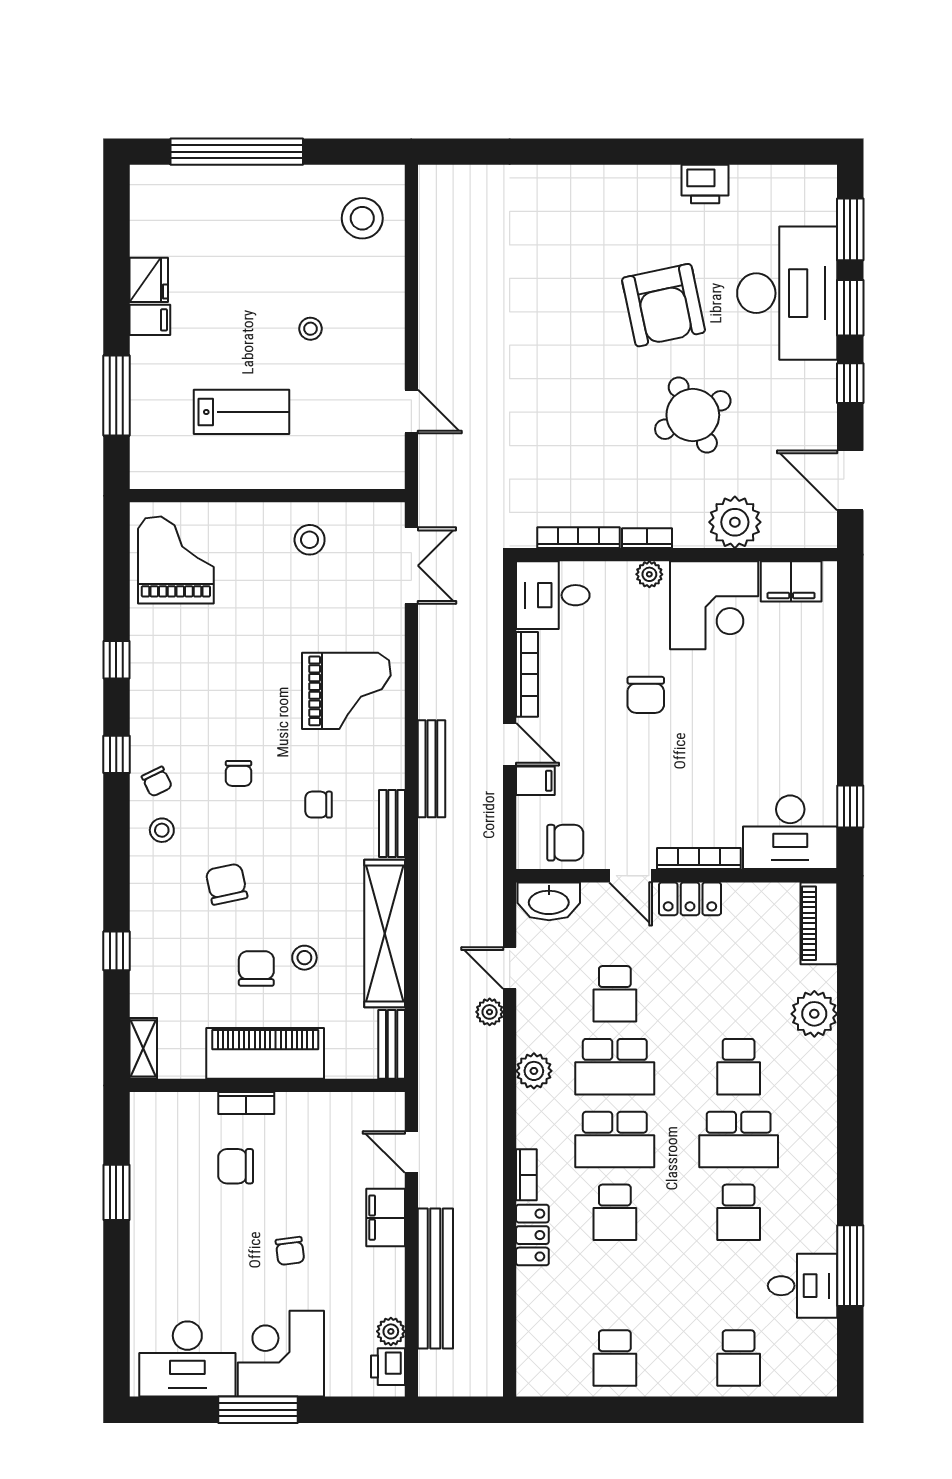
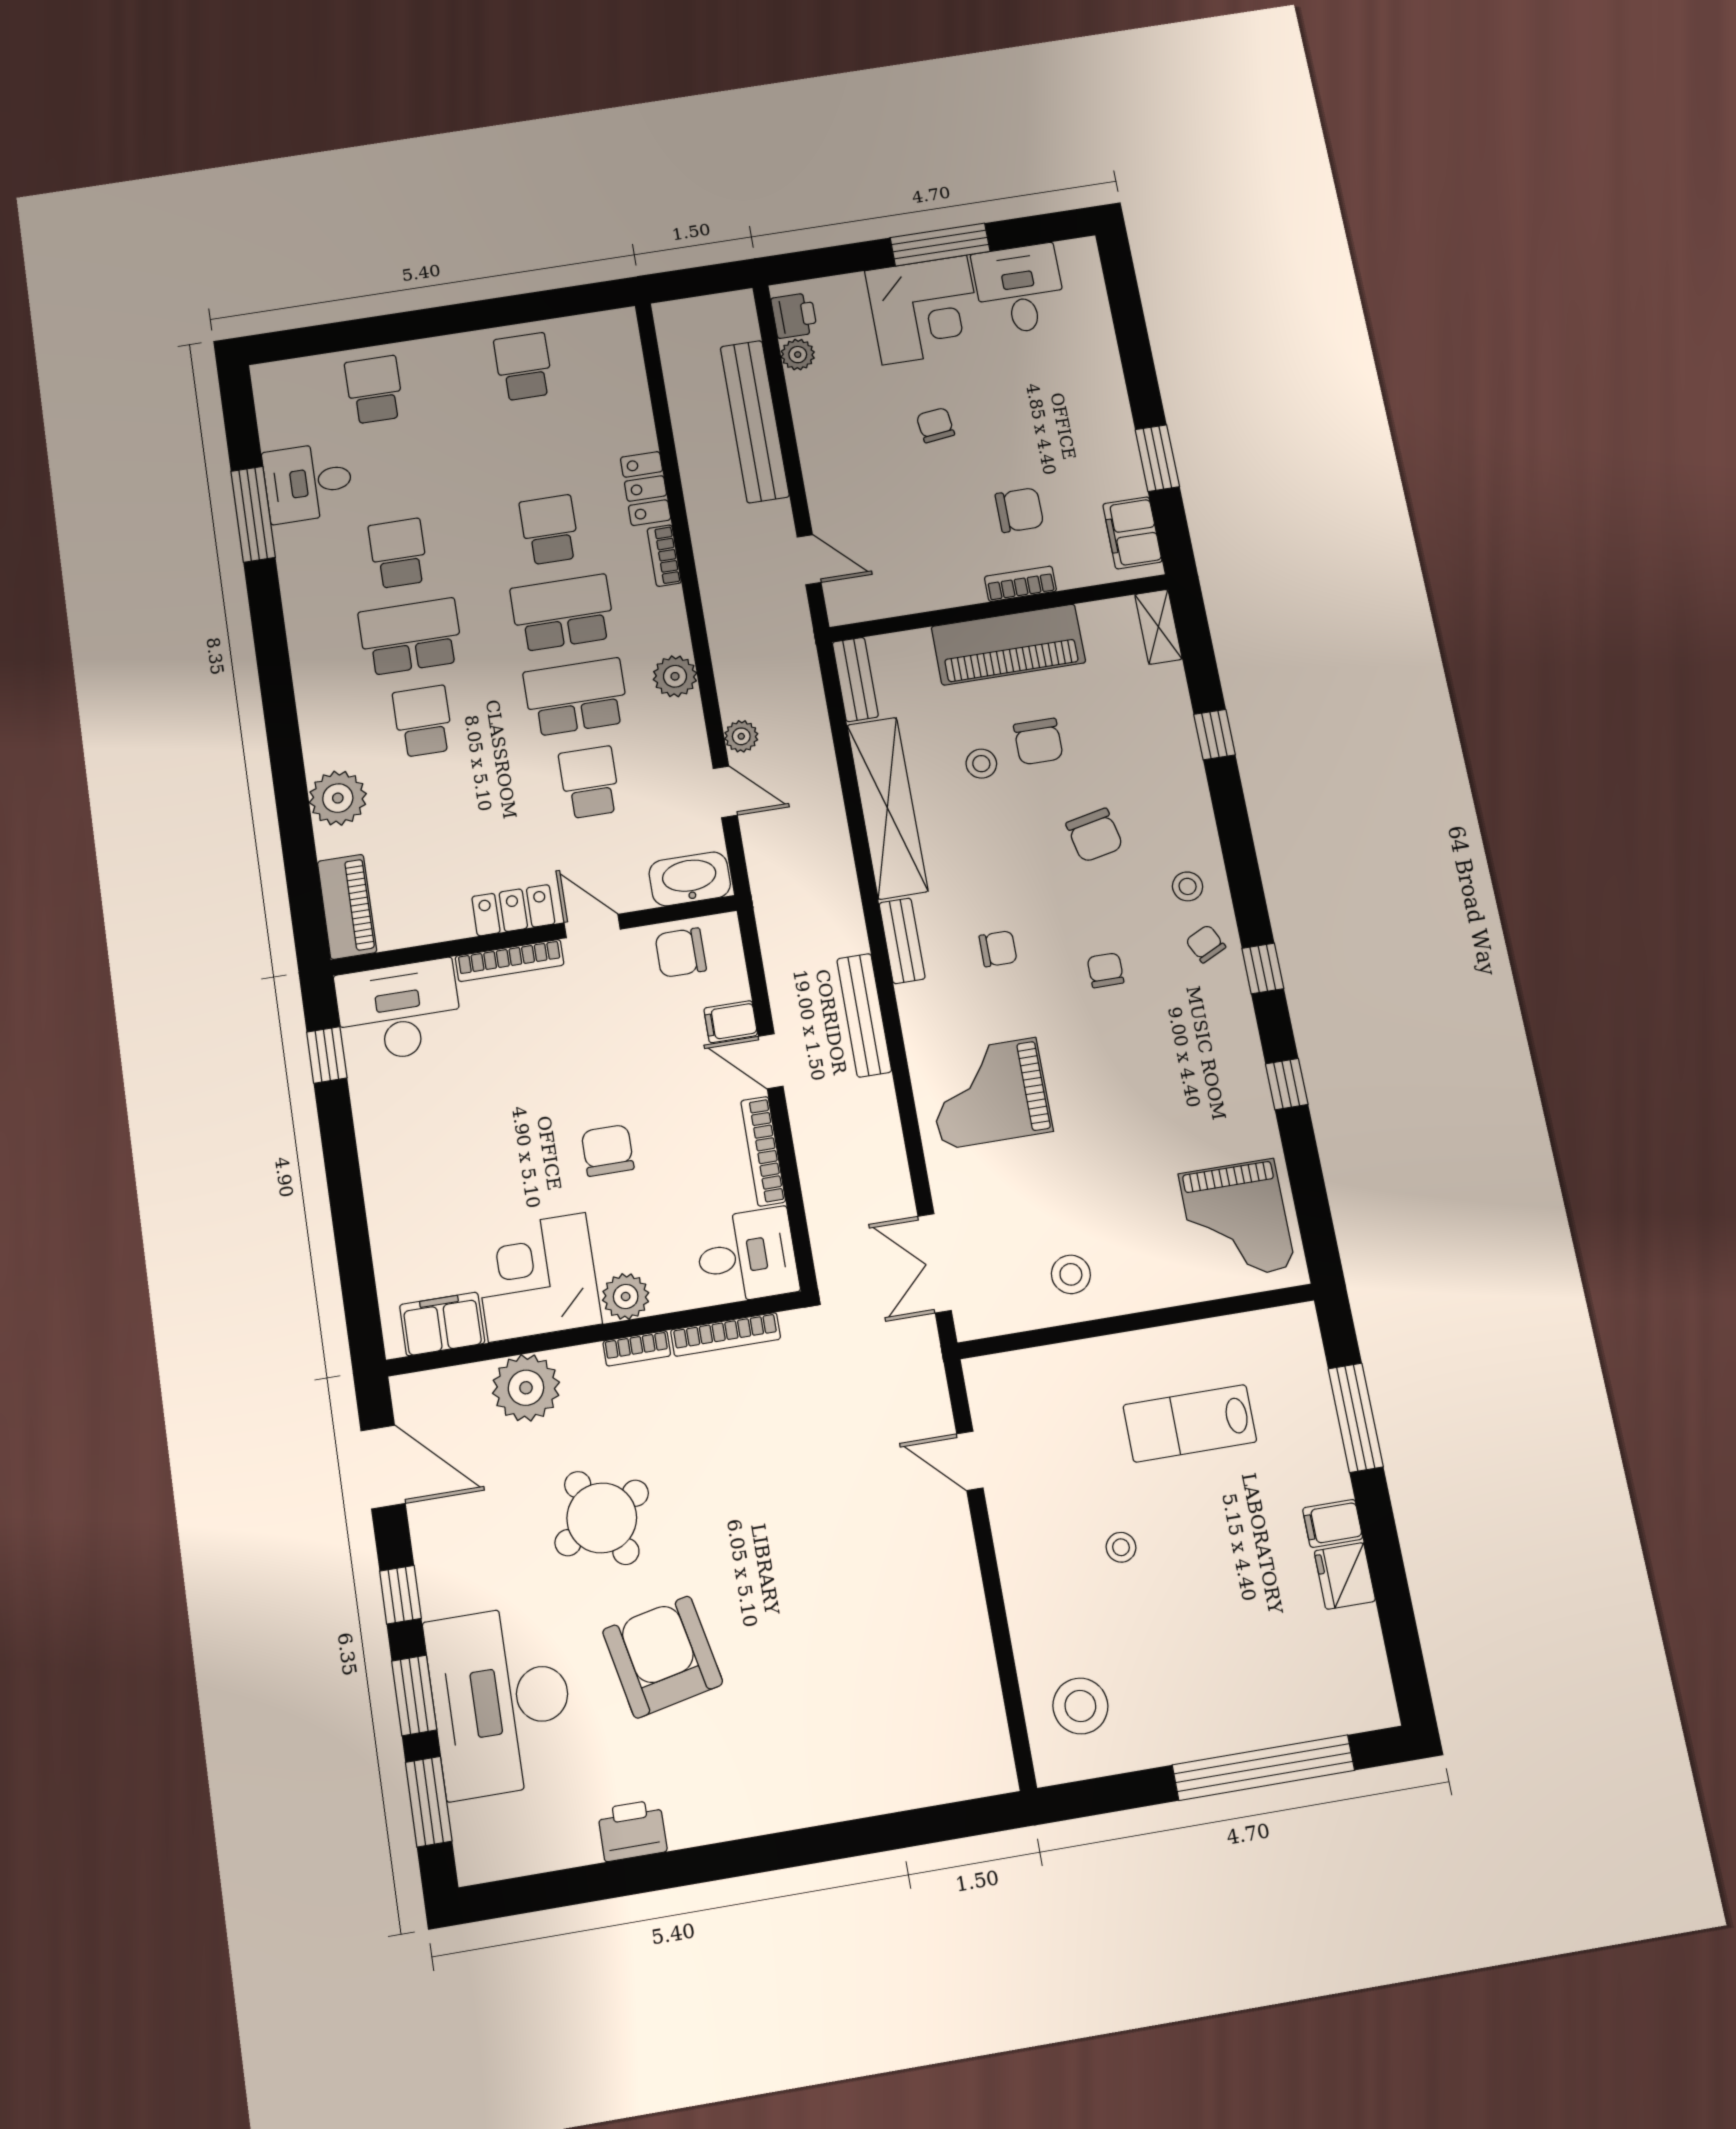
plant: (649, 574) -> (626, 1297), width x1.38, depth x1.38
filing cabinet: (386, 1218) -> (1132, 533), moved, turned 180
desk: (187, 1359) -> (1019, 289), width x0.73

